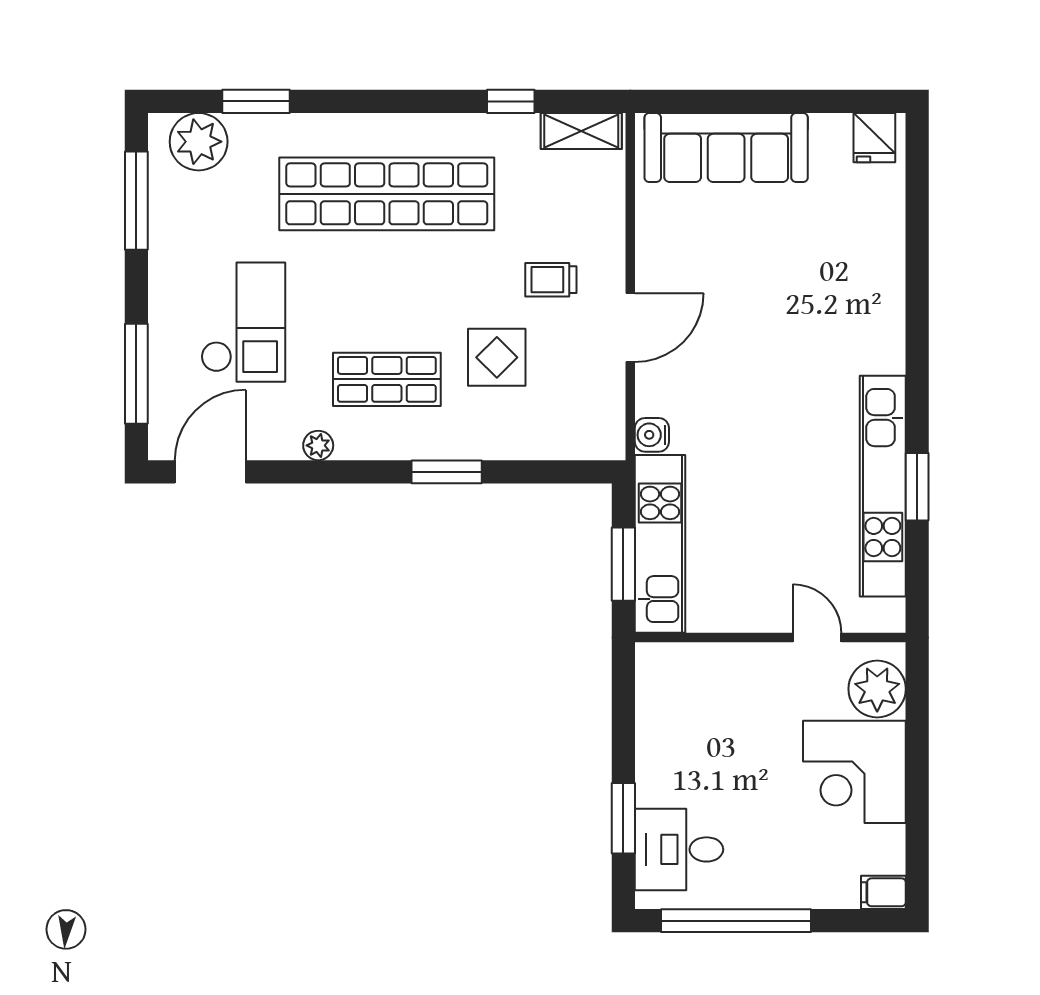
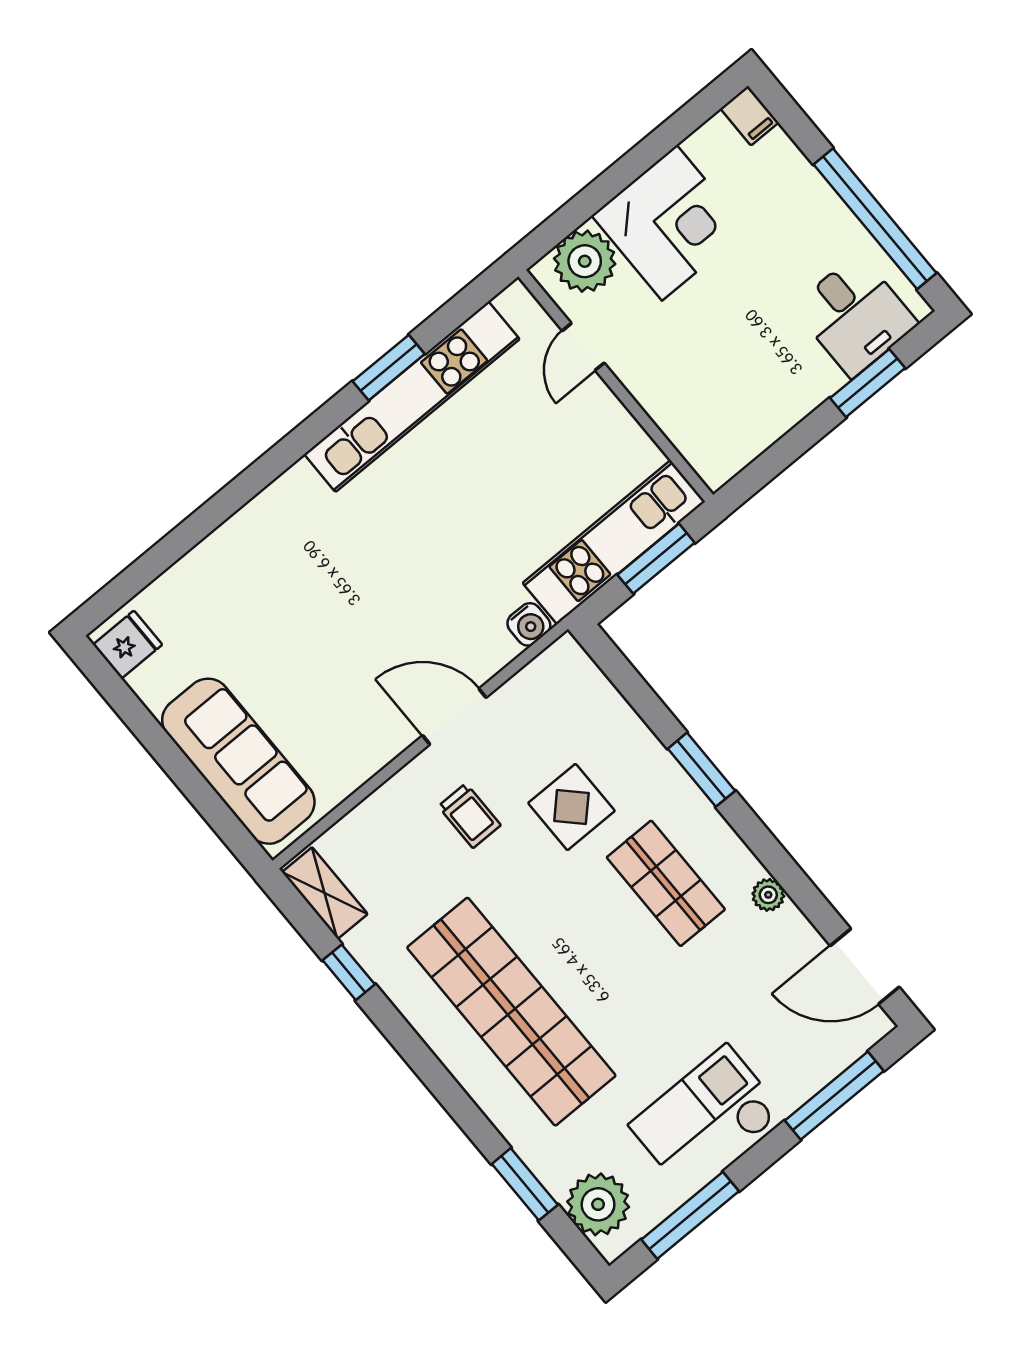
checkout: (243, 322) -> (706, 1118), moved

